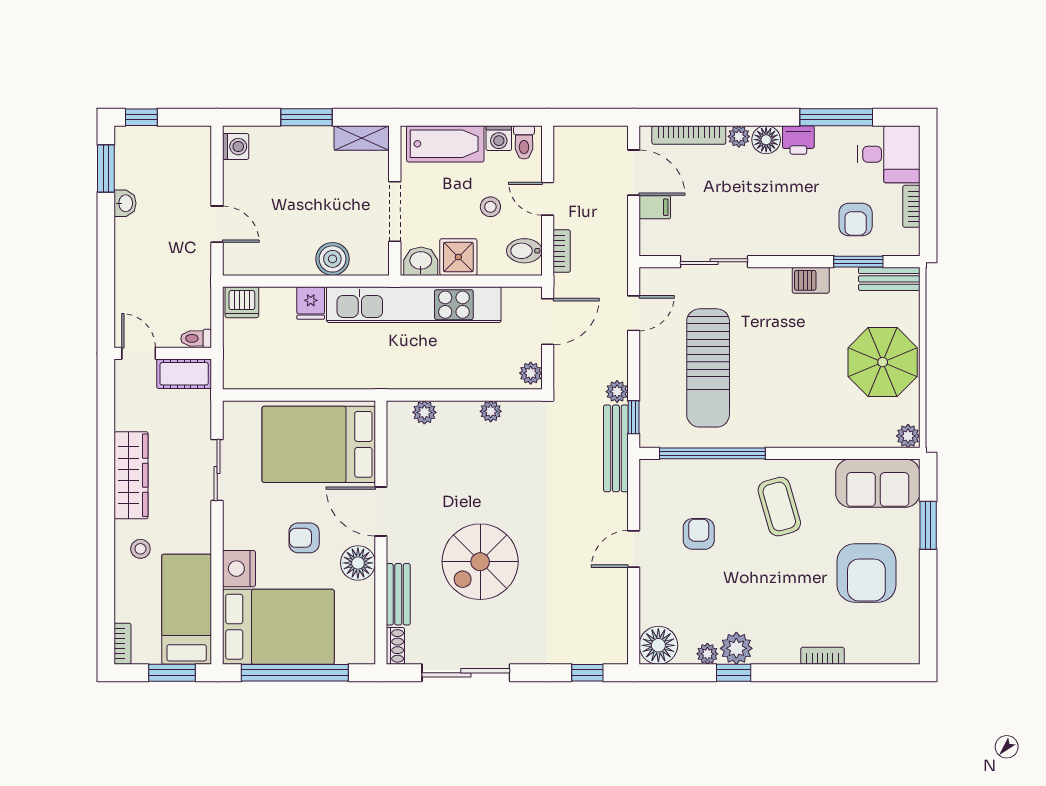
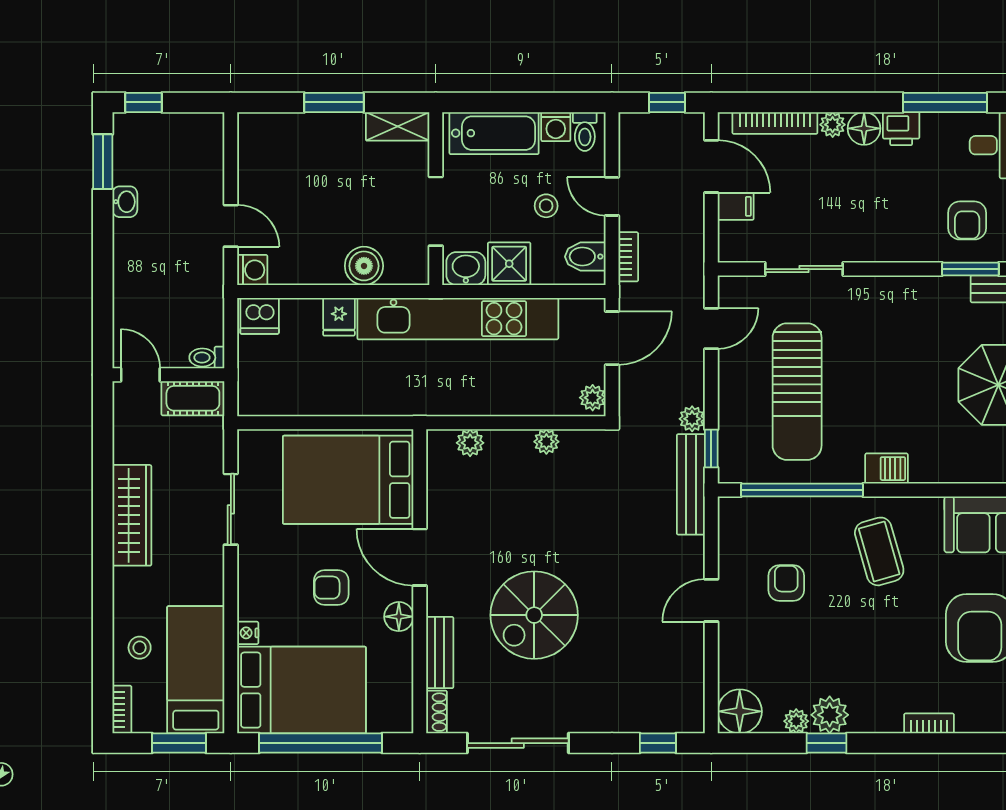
window: (595, 117) -> (667, 102), added
washing machine: (236, 147) -> (252, 270), moved
barbecue: (811, 280) -> (887, 469), moved, turned 180
stool: (140, 549) -> (140, 648), moved
floor lamp: (358, 563) -> (399, 617), width x0.73, depth x0.73
nightstand: (239, 569) -> (248, 633), width x0.53, depth x0.56

